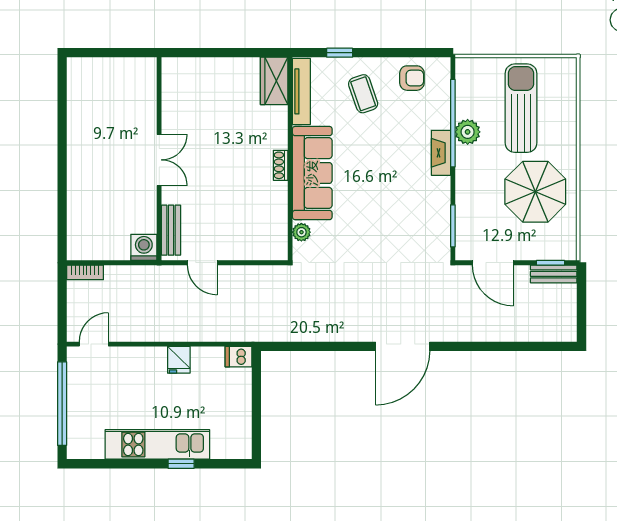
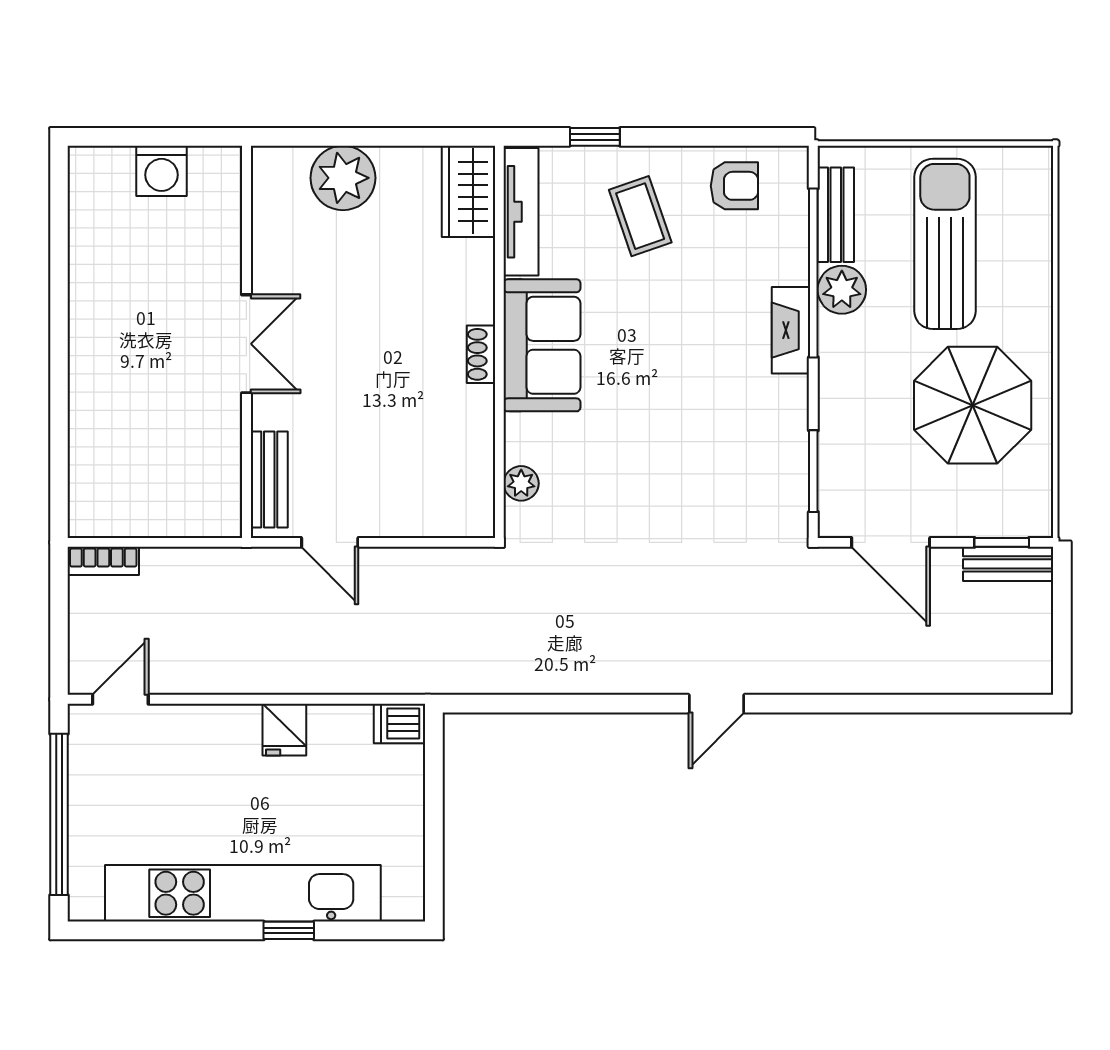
plant: (209, 74) -> (343, 178), added
bench: (464, 93) -> (836, 215), added
sofa: (312, 173) -> (542, 345), width x0.73
washing machine: (144, 247) -> (162, 171), moved, turned 180
door: (403, 346) -> (716, 704), width x0.53
kitchen unit: (157, 444) -> (243, 893), width x1.36

